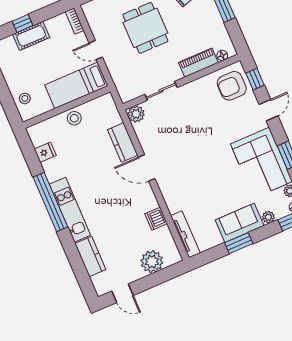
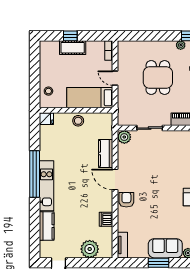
fridge: (45, 152) -> (46, 119), moved
armchair: (170, 186) -> (126, 200), added
tv unit: (185, 234) -> (122, 245), width x0.71

